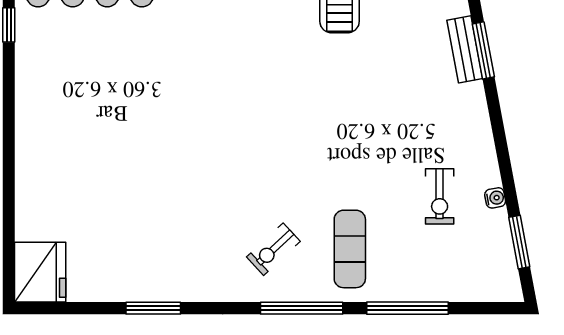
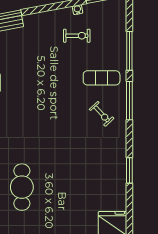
cafe table: (117, 79) -> (22, 187), added

